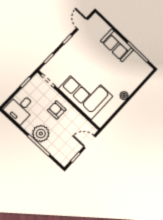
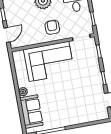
sofa: (117, 45) -> (31, 111), moved, turned 90
armchair: (57, 110) -> (52, 27), turned -90

